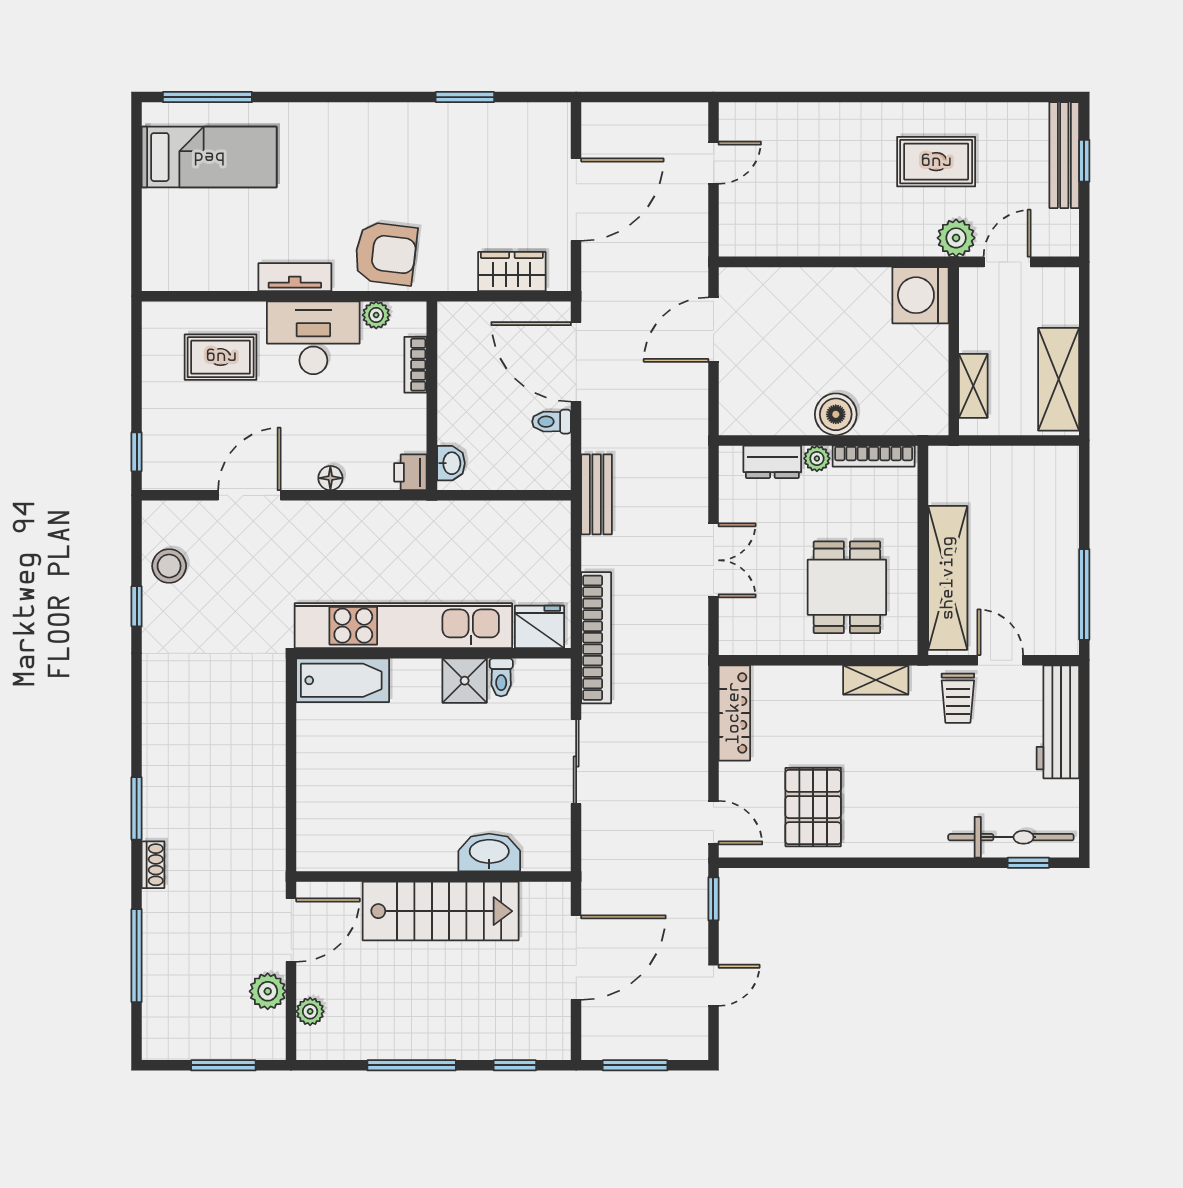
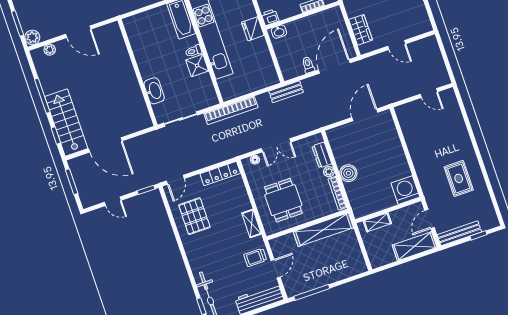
bench: (1064, 155) -> (459, 233), moved
door: (576, 200) -> (397, 45), width x0.53
plant: (956, 238) -> (432, 196), removed
door: (1007, 262) -> (429, 219), swing flipped
door: (713, 330) -> (365, 115), hinge flipped
shelving: (1059, 379) -> (415, 246), moved
shelving: (948, 578) -> (323, 230), moved
dining table: (847, 587) -> (283, 200), turned 90
floor lamp: (730, 621) -> (255, 160), added
fridge: (539, 627) -> (253, 29), moved, turned 180
toilet: (501, 677) -> (194, 51), moved
pallet: (813, 807) -> (194, 216), turned 90
washbasin: (489, 853) -> (154, 91), moved
wall: (434, 876) -> (138, 73), moved
stairs: (441, 911) -> (66, 122), moved, turned 180
plant: (268, 991) -> (32, 37), moved

